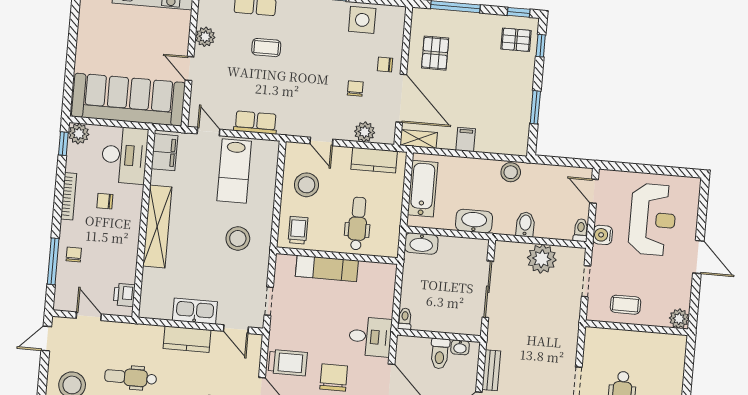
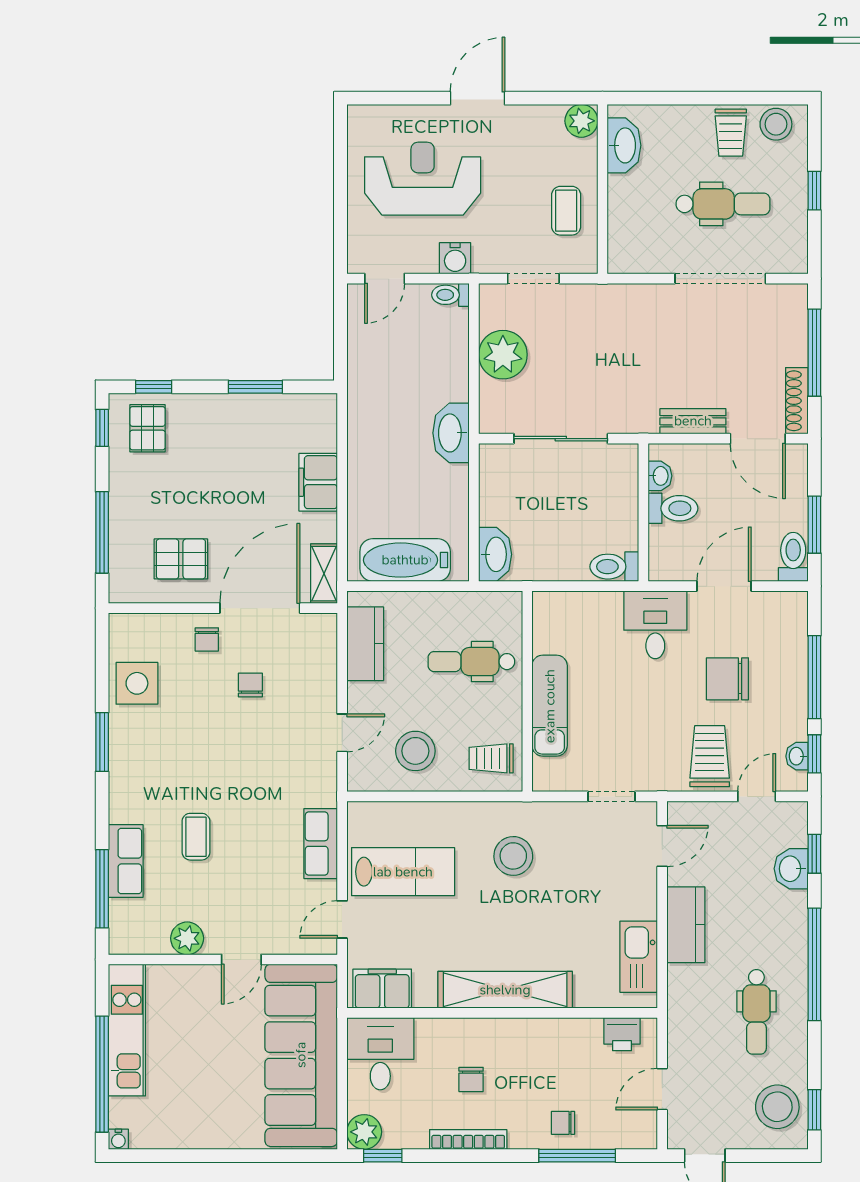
chair: (355, 88) -> (250, 685), turned 90
plant: (365, 132) -> (320, 663), removed
filing cabinet: (466, 139) -> (318, 482), width x2.00
desk: (125, 155) -> (380, 1054), width x0.73
stool: (511, 172) -> (365, 418), removed
washbasin: (474, 221) -> (451, 433), moved
bidet: (525, 224) -> (449, 387), removed
kitchen sink: (195, 311) -> (639, 957), moved
toilet: (405, 319) -> (614, 567), width x1.37, depth x1.39
washbasin: (662, 343) -> (624, 145), added

